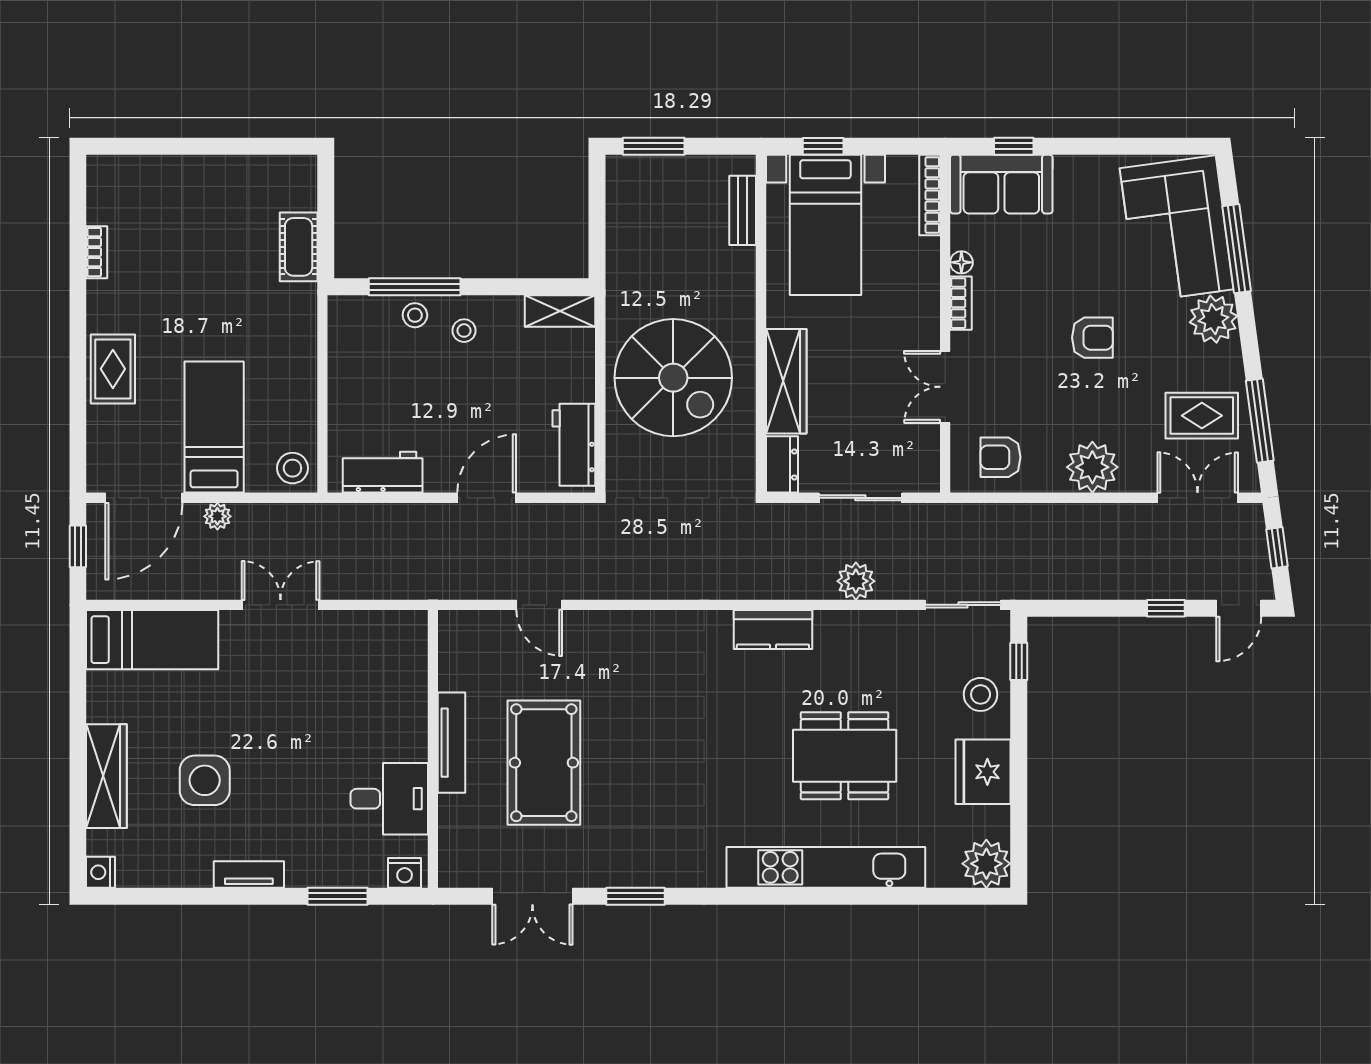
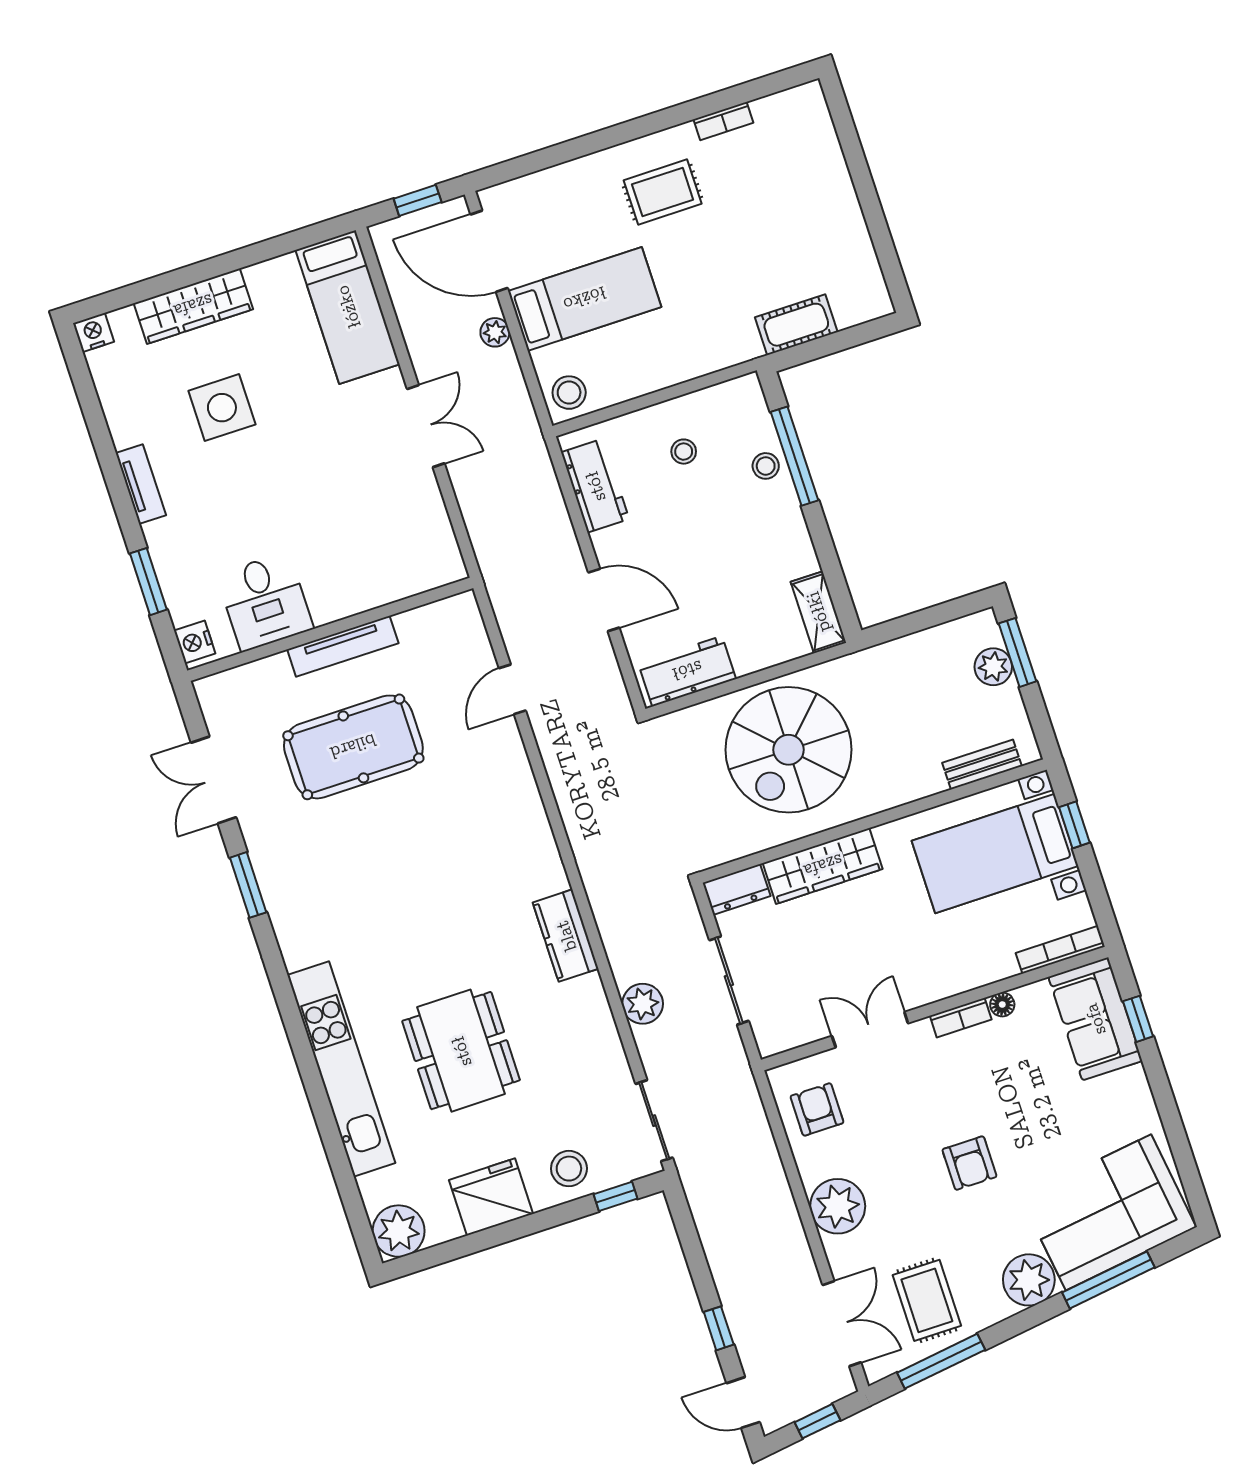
plant: (659, 172) -> (993, 667), added
stool: (464, 331) -> (684, 452), moved
rug: (113, 369) -> (663, 192), moved

